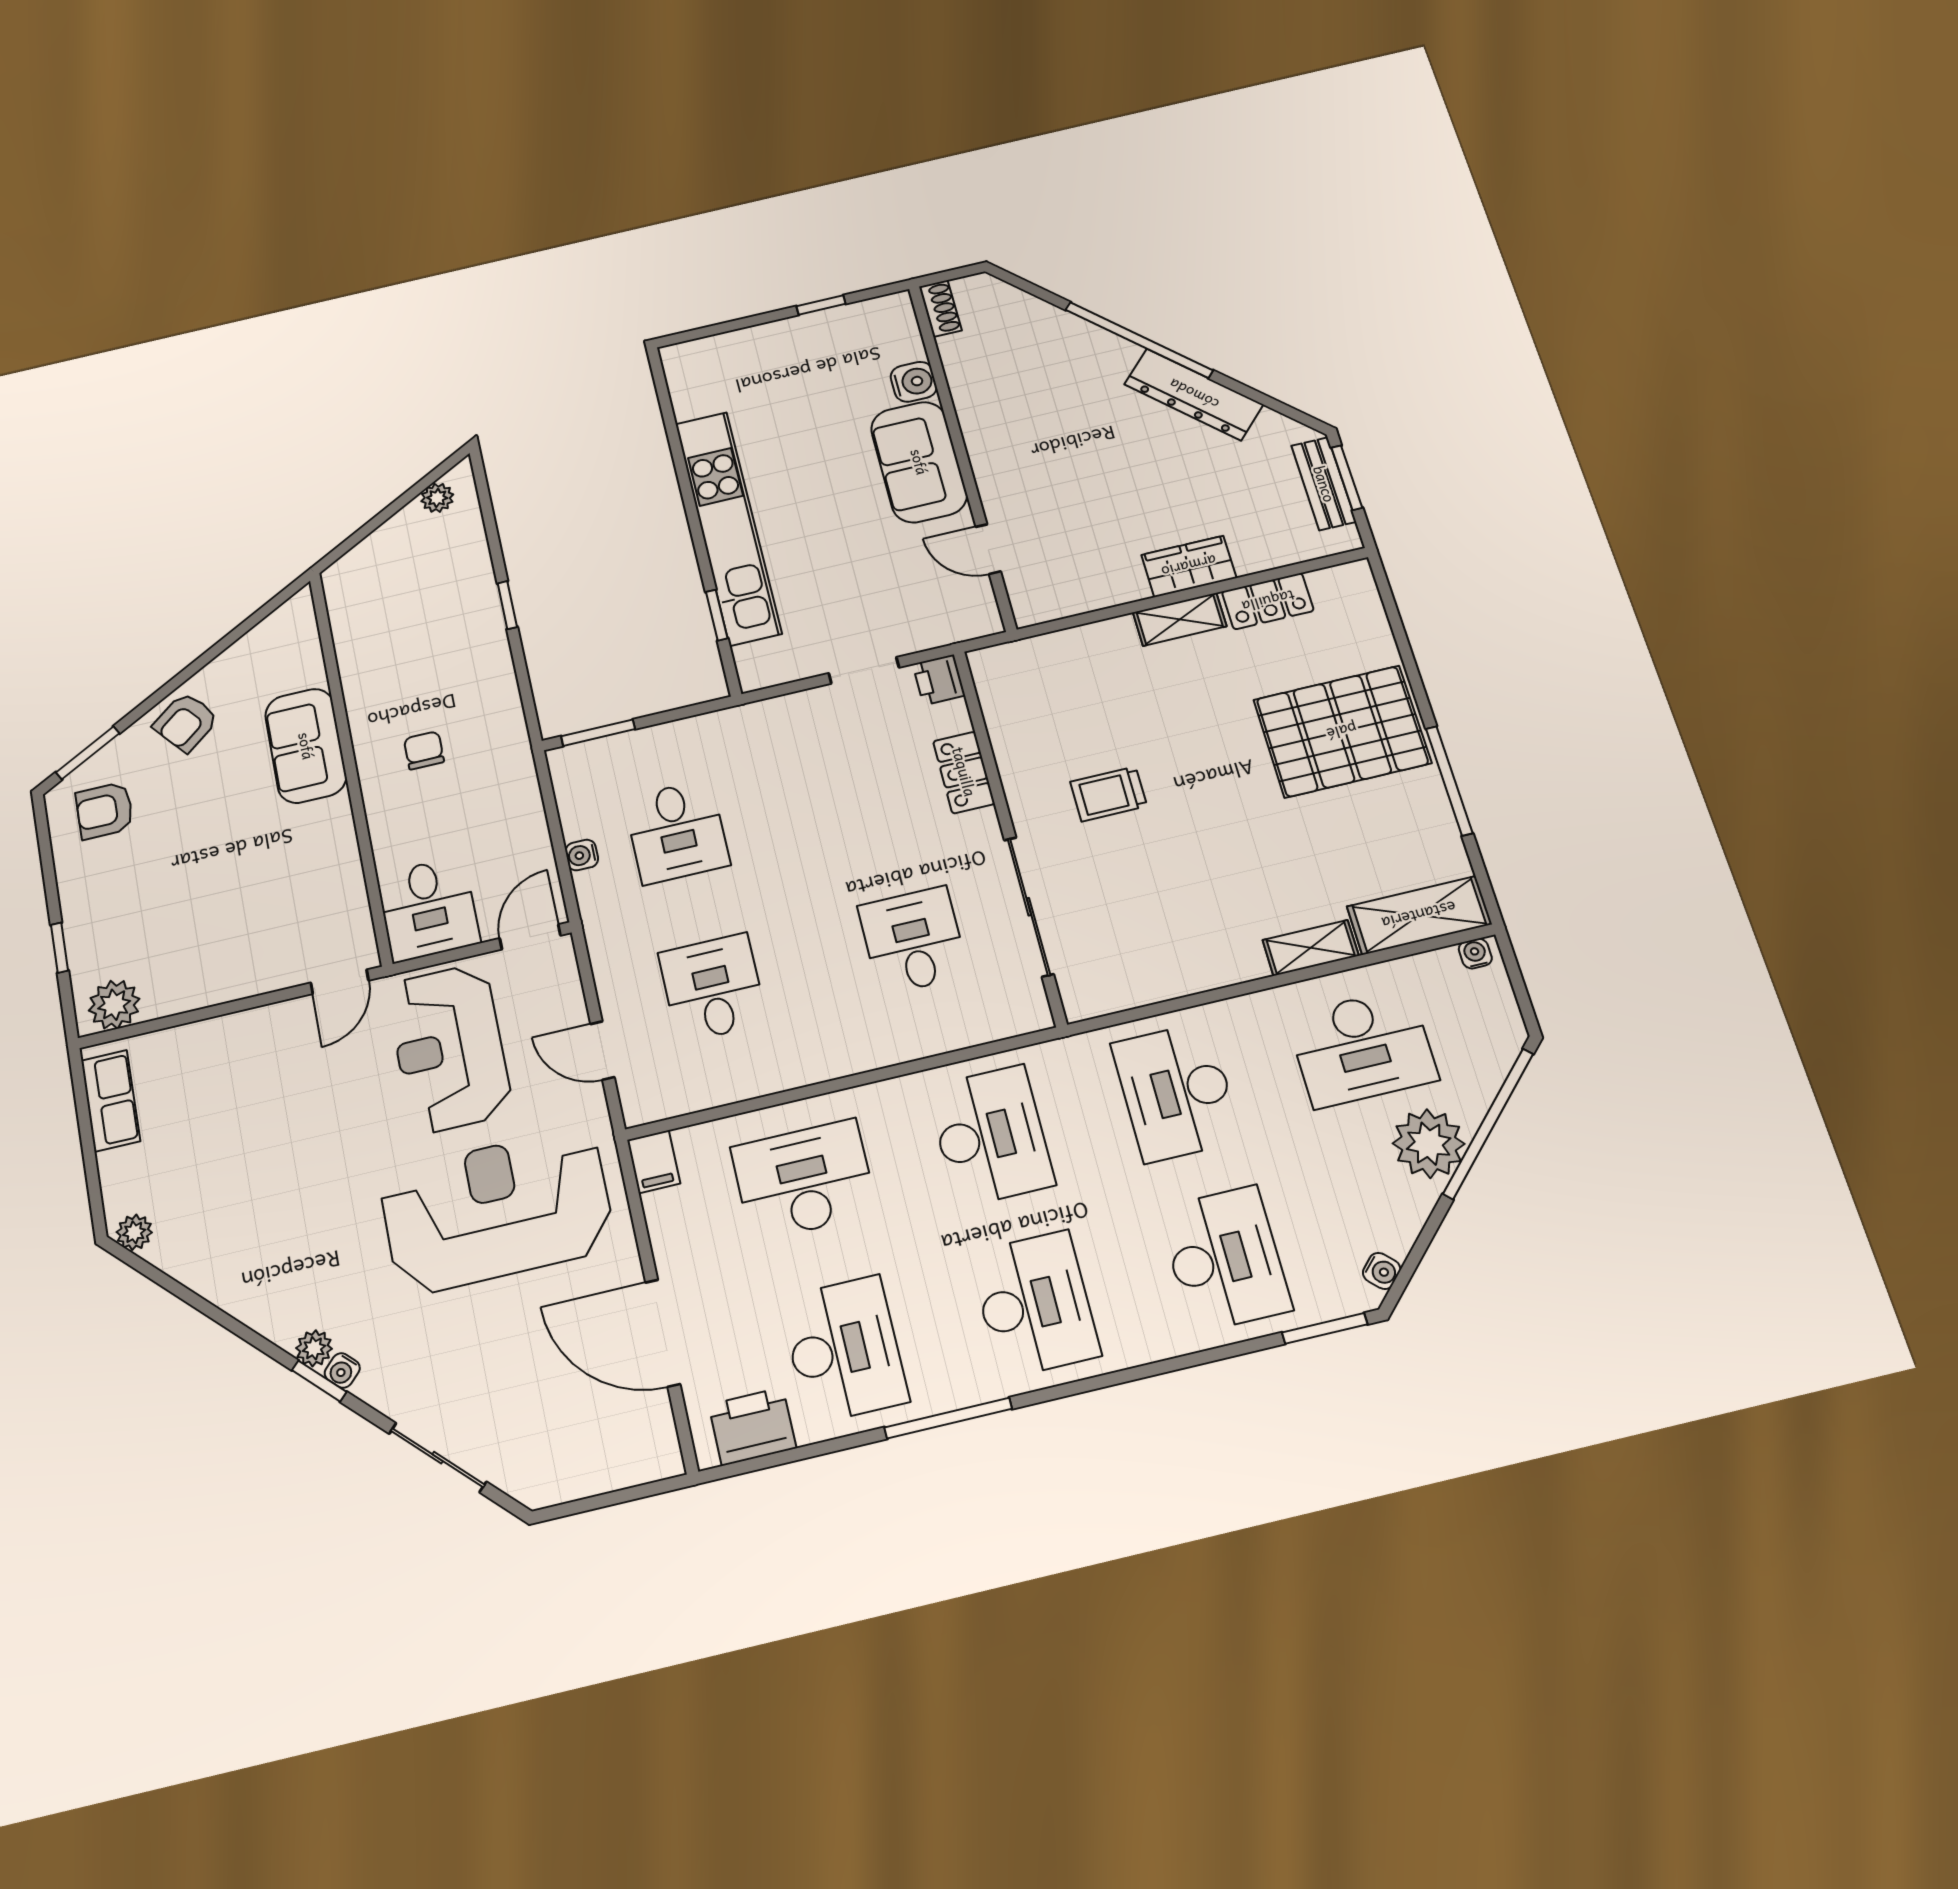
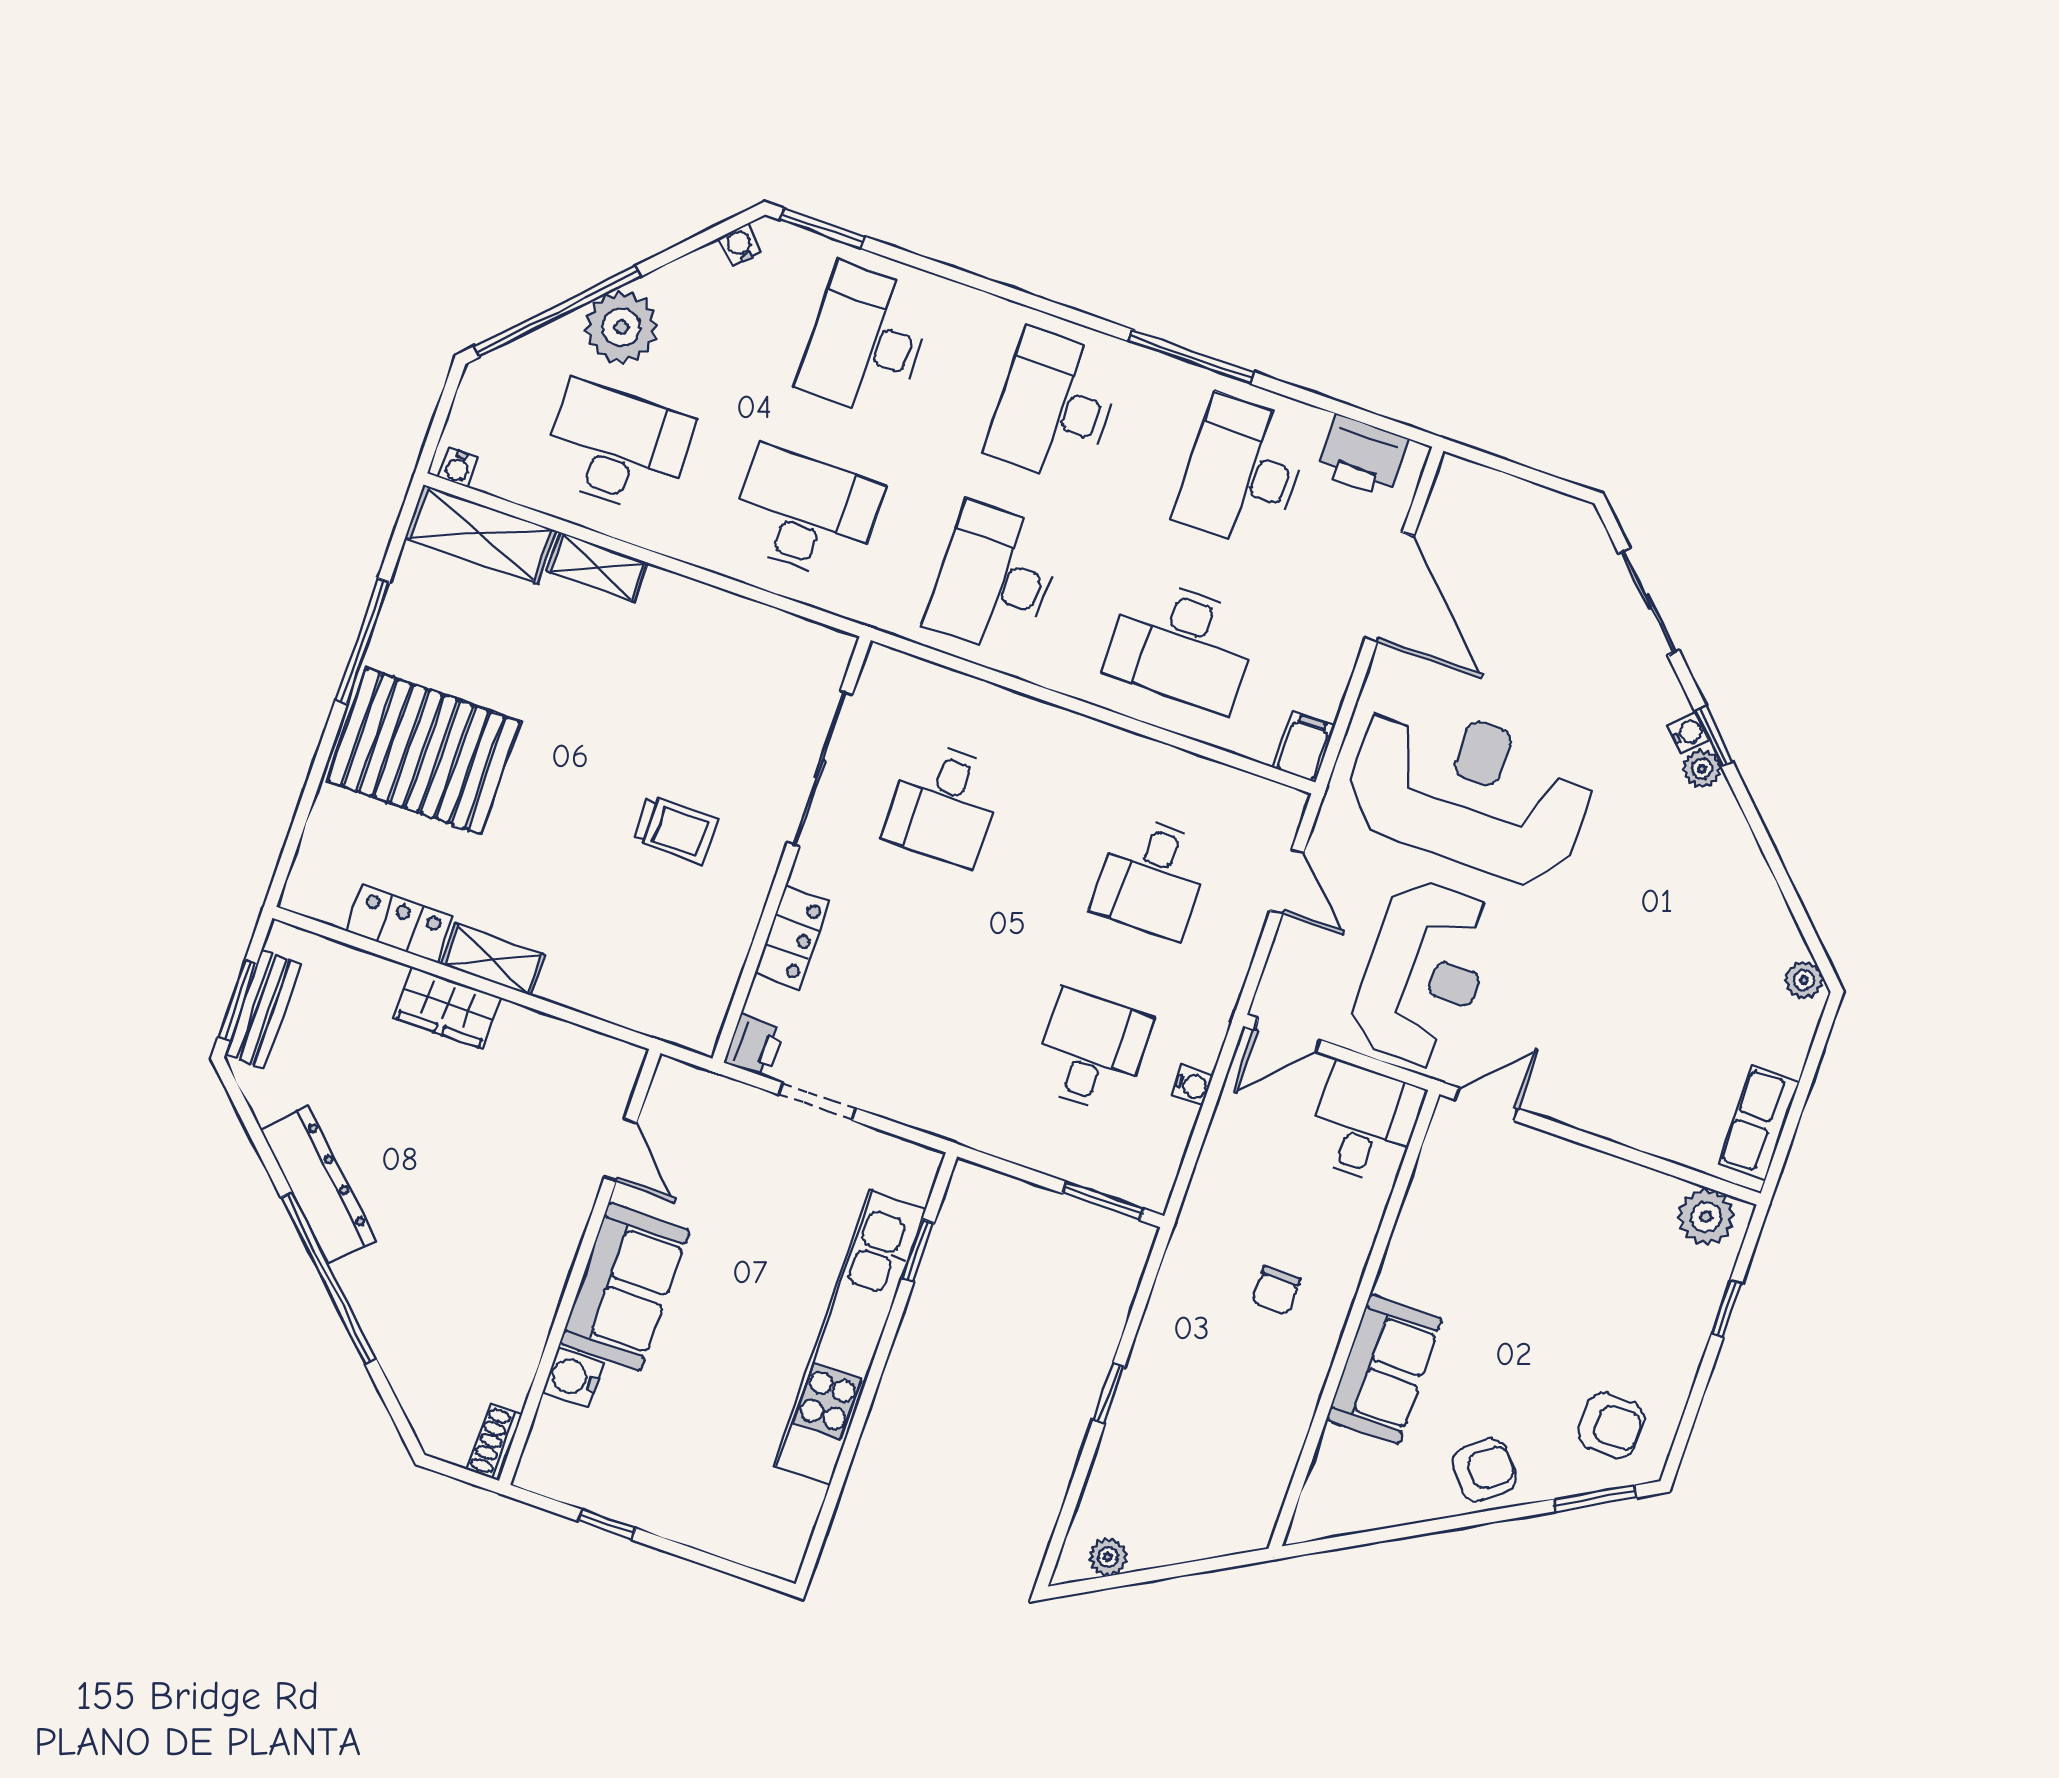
desk: (1176, 1092) -> (806, 514), turned -90
reception desk: (497, 1211) -> (1470, 792), turned 180

